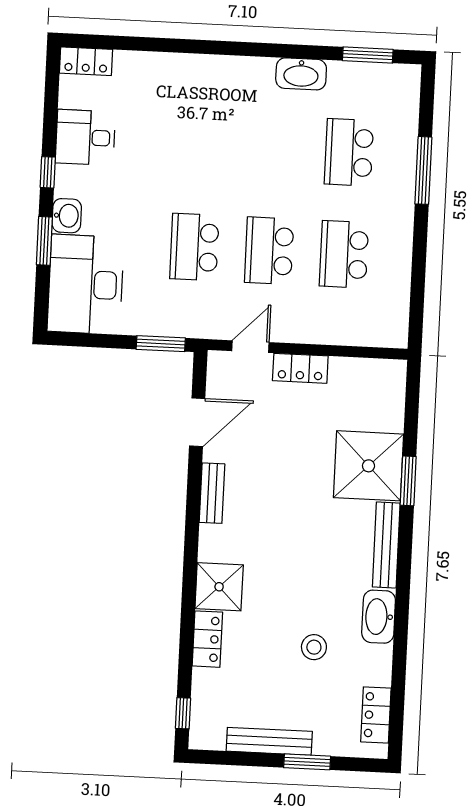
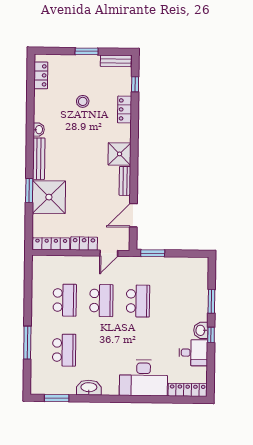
locker: (86, 61) -> (188, 390), width x1.53
washbasin: (67, 216) -> (201, 330), moved
desk: (86, 284) -> (143, 378), moved, turned 90
locker: (367, 370) -> (51, 244), added
shower: (219, 587) -> (120, 154), moved
washbasin: (379, 617) -> (39, 130), width x0.52, depth x0.69
stool: (314, 647) -> (83, 101), moved
window: (183, 713) -> (135, 84), moved
bench: (269, 741) -> (116, 61), moved, width x0.73
window: (307, 762) -> (87, 51), moved

